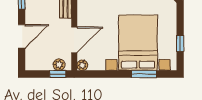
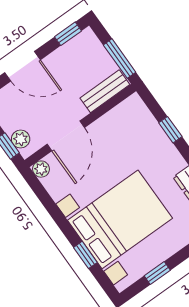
door: (74, 40) -> (66, 136), hinge flipped
window: (144, 74) -> (85, 255), width x0.67

